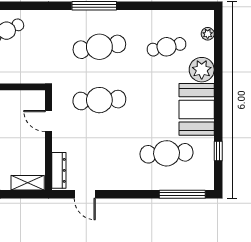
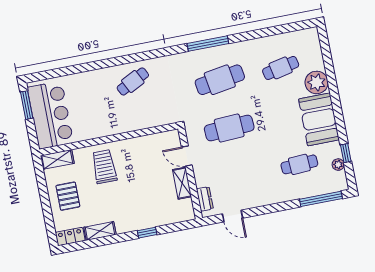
plant: (208, 34) -> (338, 165), moved
cafe table: (167, 153) -> (299, 164), width x0.73, depth x0.74
dresser: (59, 170) -> (205, 199), width x0.70
shelving: (28, 183) -> (182, 183), moved, turned 90

